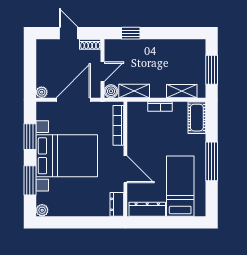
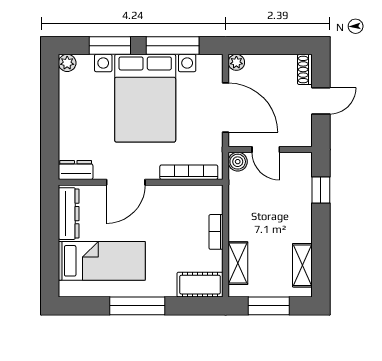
shoe rack: (90, 44) -> (305, 70), moved
shelving: (134, 91) -> (302, 265), moved
window: (30, 137) -> (173, 46), width x1.44

